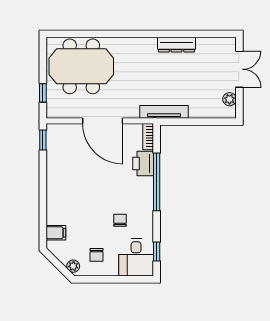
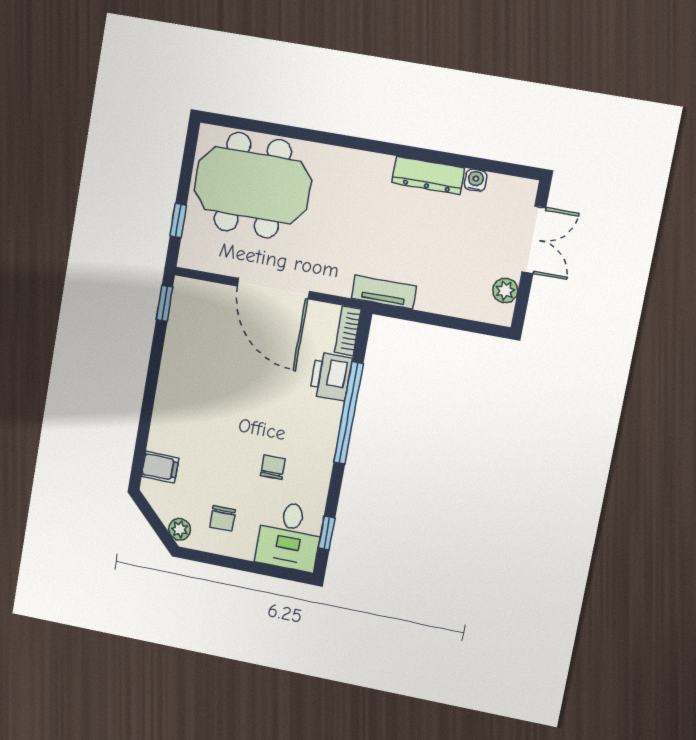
water cooler: (202, 43) -> (476, 180), added
tv unit: (164, 112) -> (384, 292), width x0.71

